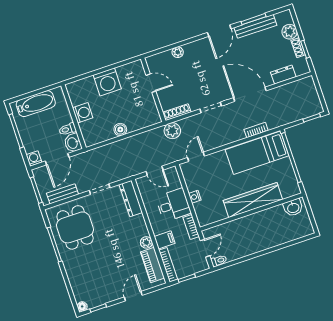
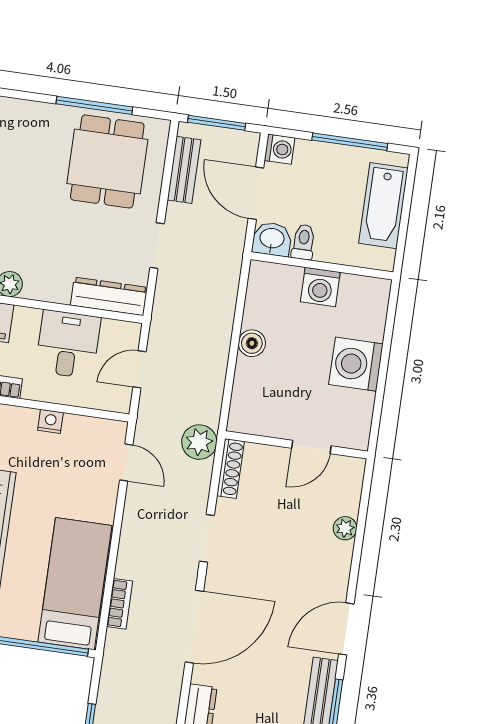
door: (219, 31) -> (346, 629), hinge flipped
desk: (173, 205) -> (68, 344), moved, turned 180
dining table: (75, 227) -> (107, 161), turned 90

